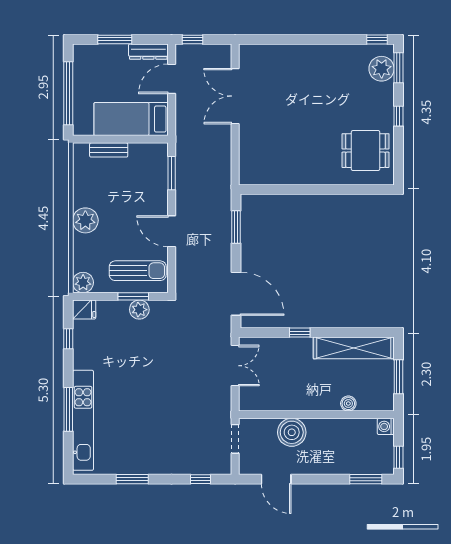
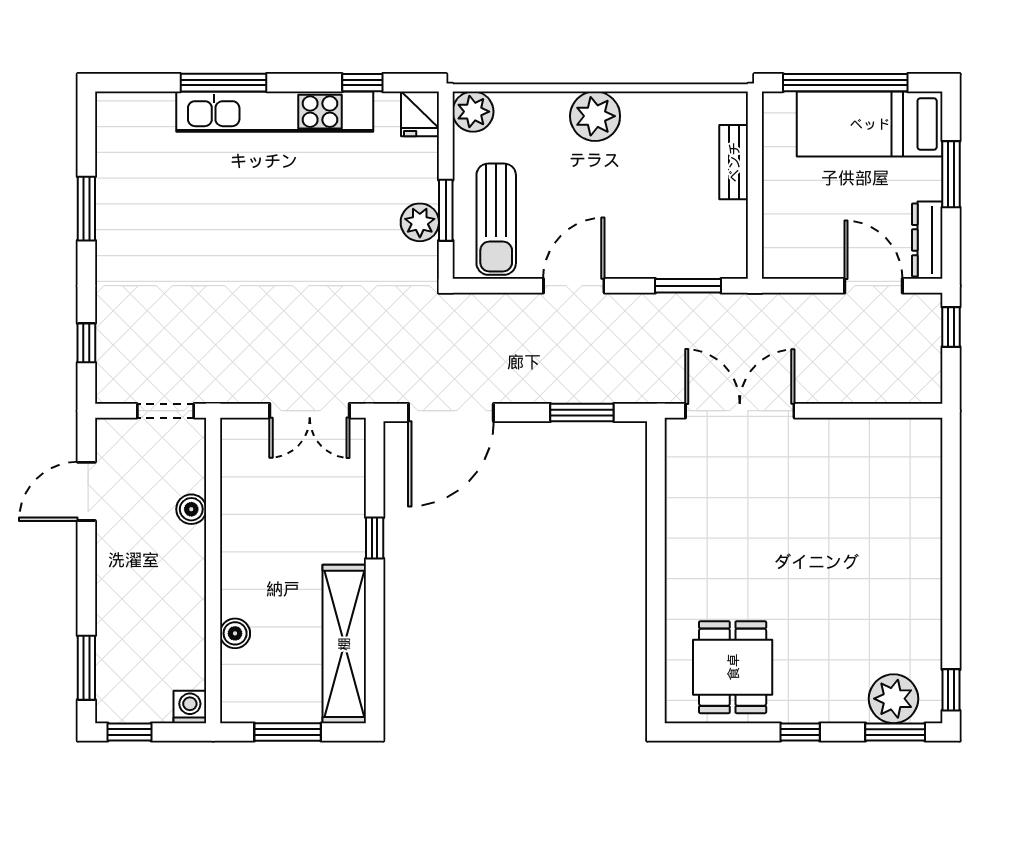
double door: (235, 96) -> (740, 411), moved
bed: (131, 119) -> (870, 124), moved, turned -90
kitchen unit: (83, 420) -> (275, 112), moved
boiler: (292, 432) -> (191, 509), width x0.54, depth x0.54

